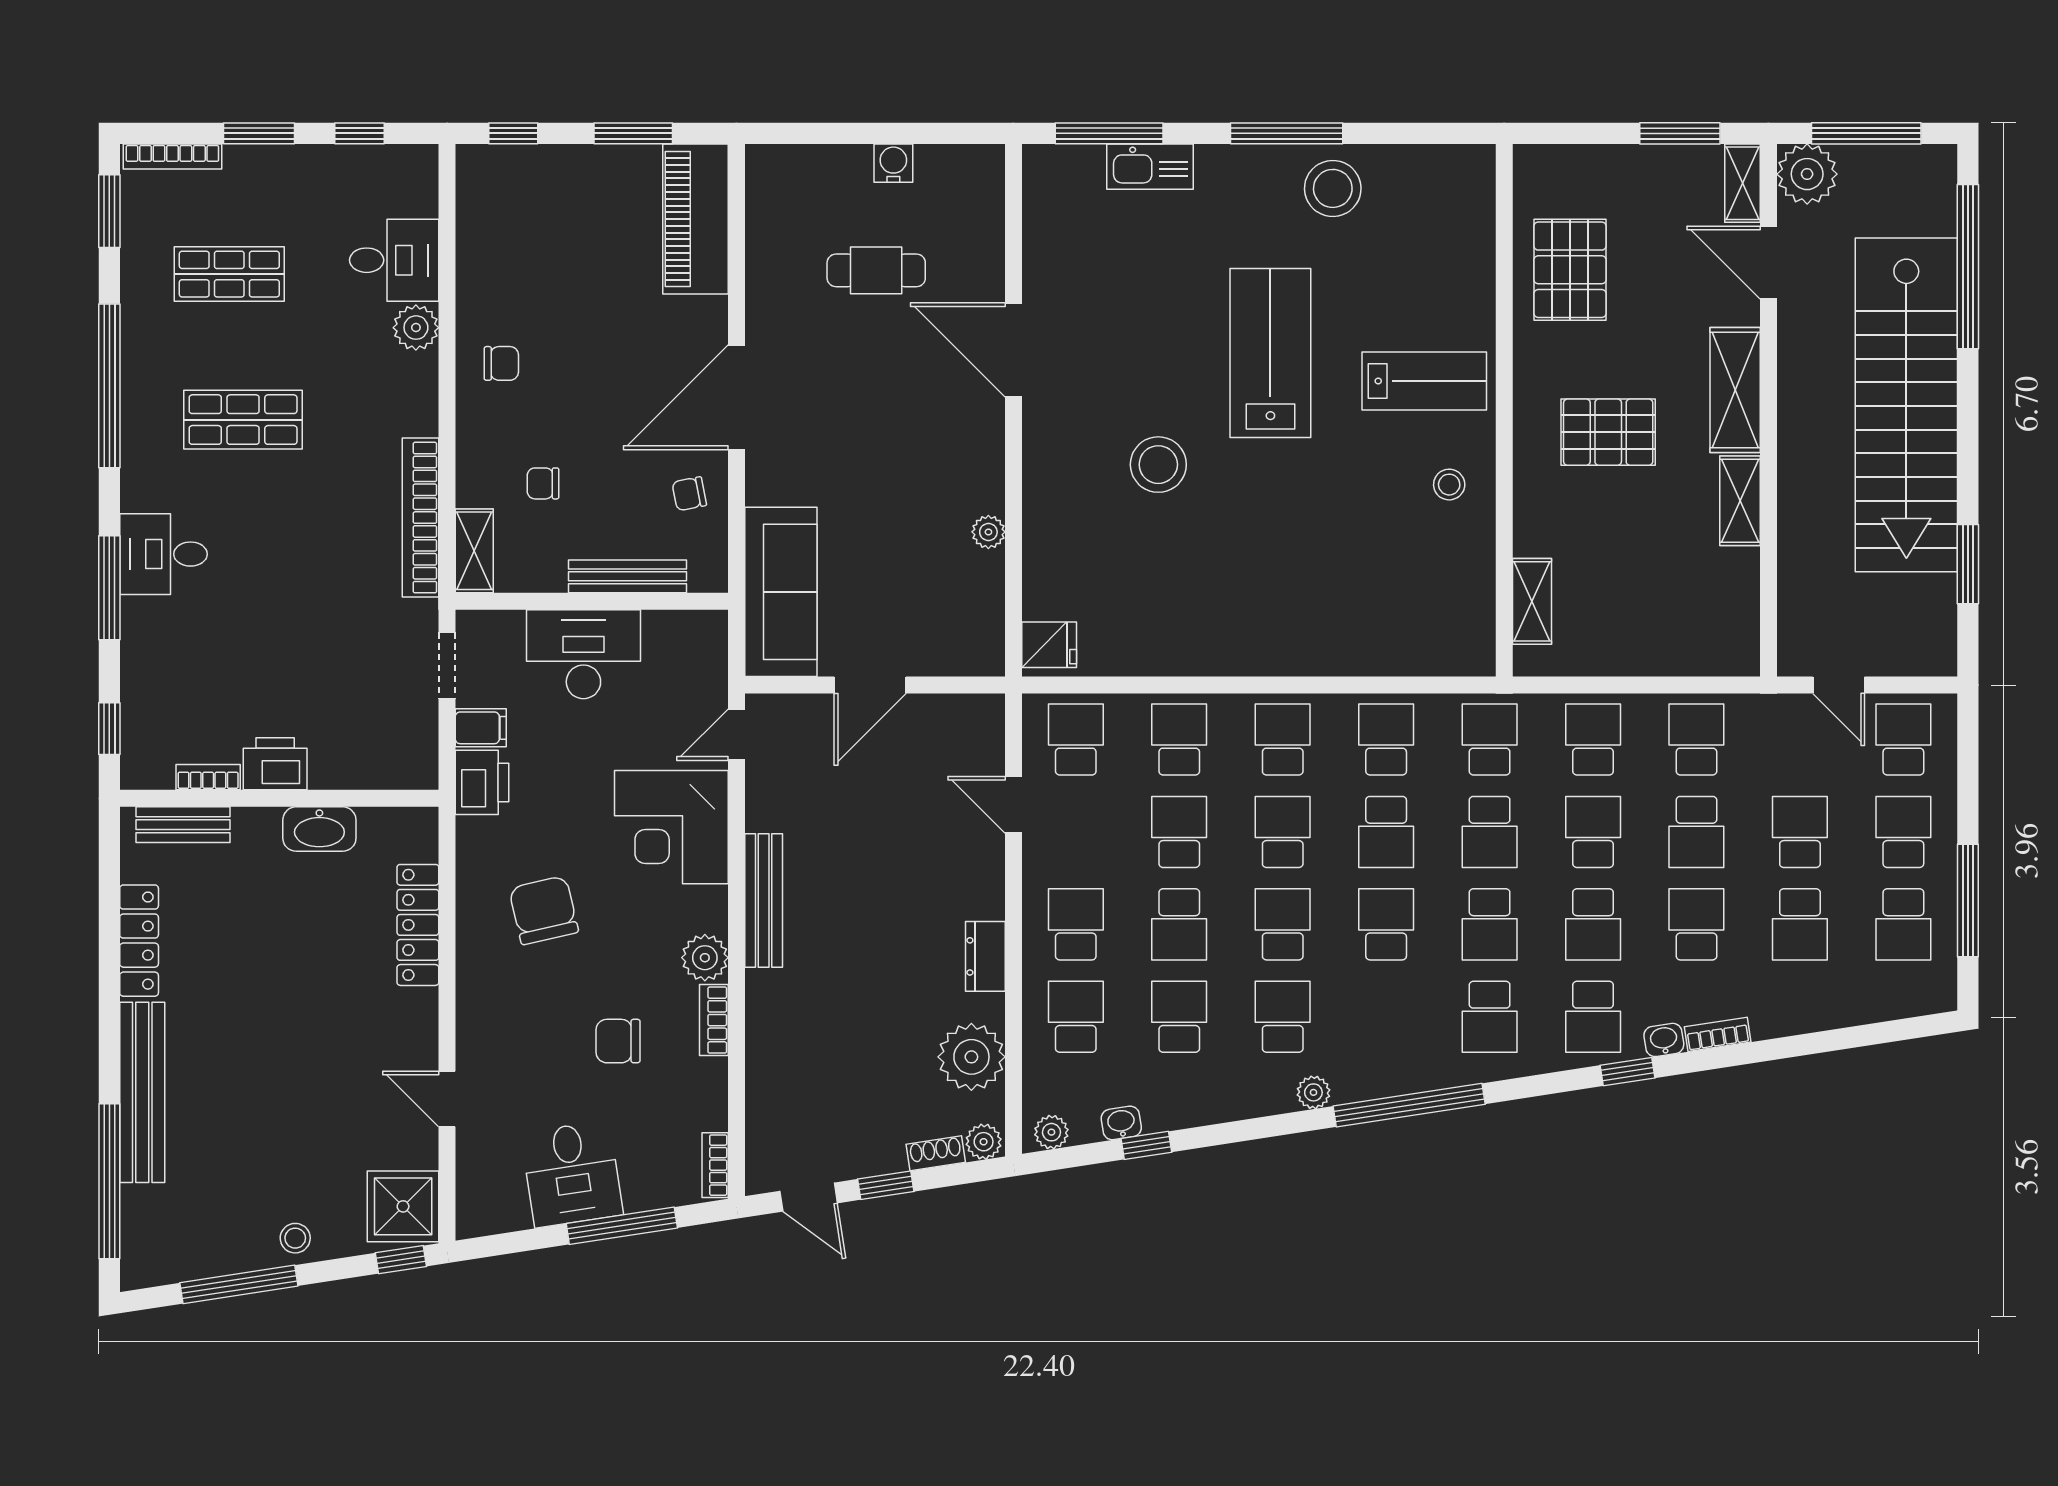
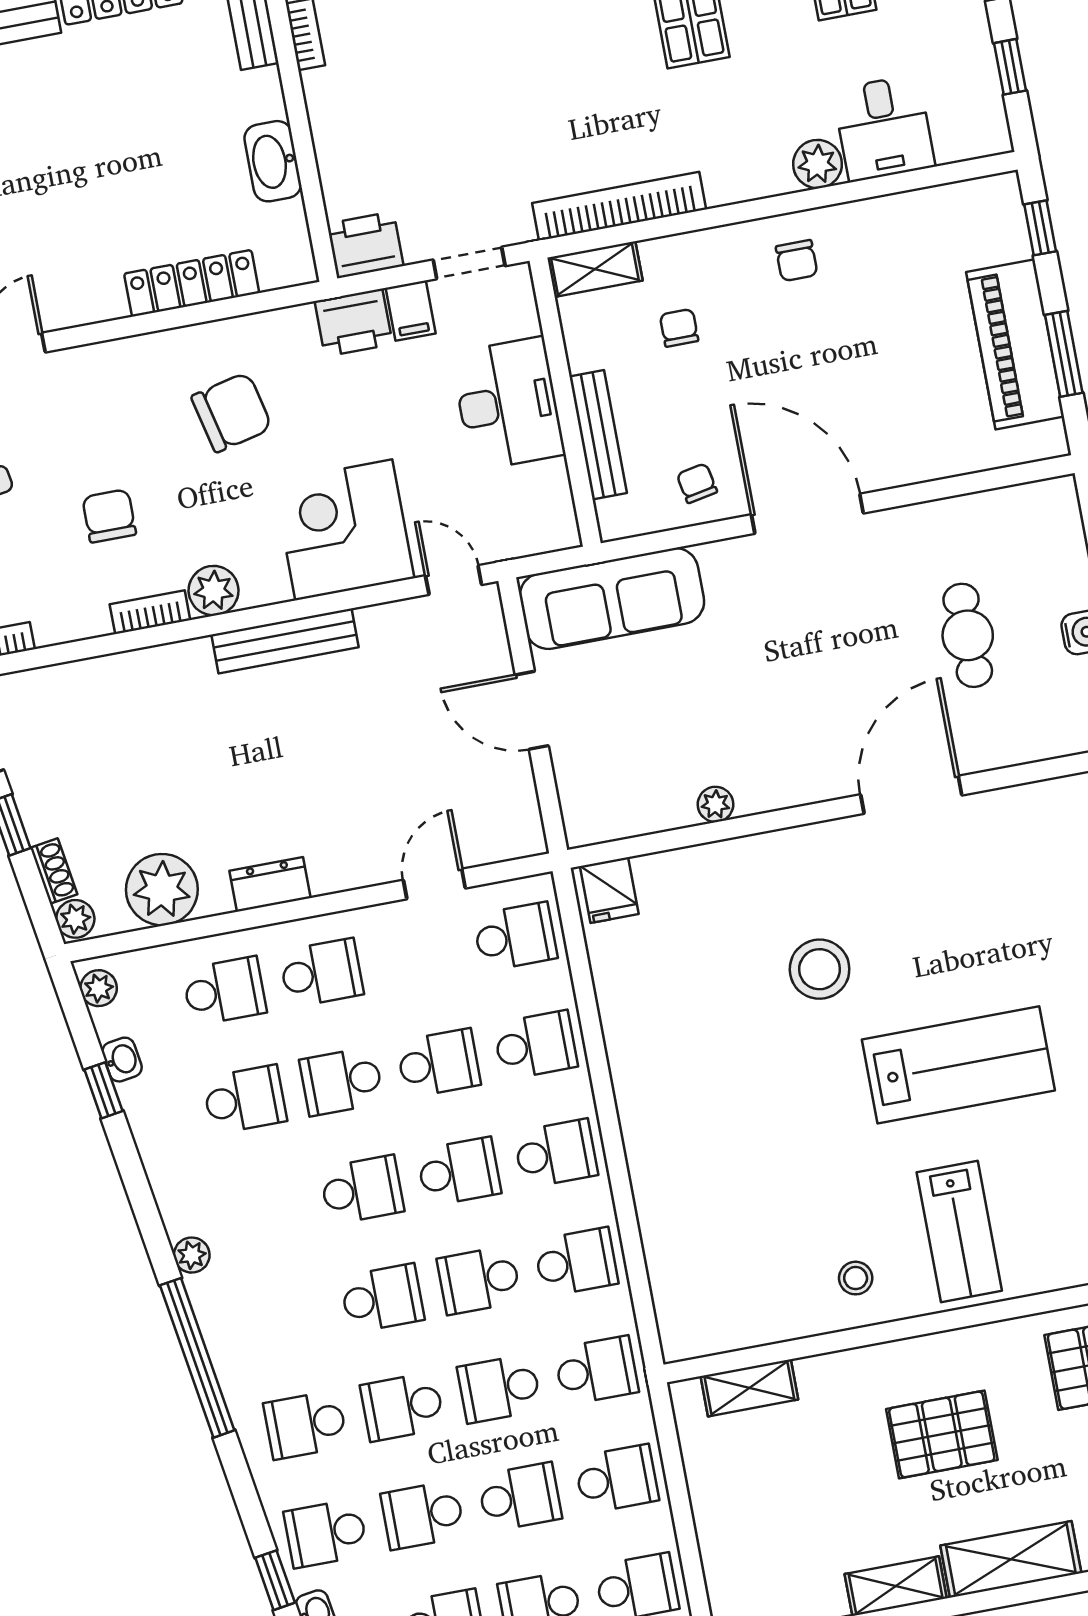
piano: (695, 219) -> (1015, 344), moved, turned -90
pallet: (1608, 432) -> (942, 1434), turned 90
printer: (275, 764) -> (365, 245), moved, turned -90
school desk: (1283, 1017) -> (265, 1208), removed

